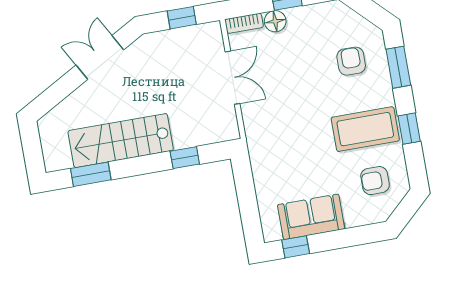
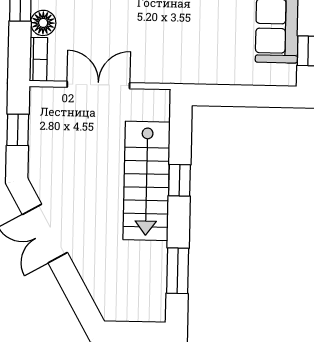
stairs: (121, 141) -> (147, 181), moved
window: (185, 158) -> (179, 180), moved

